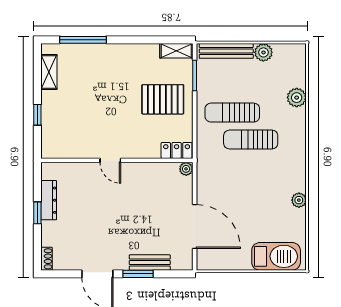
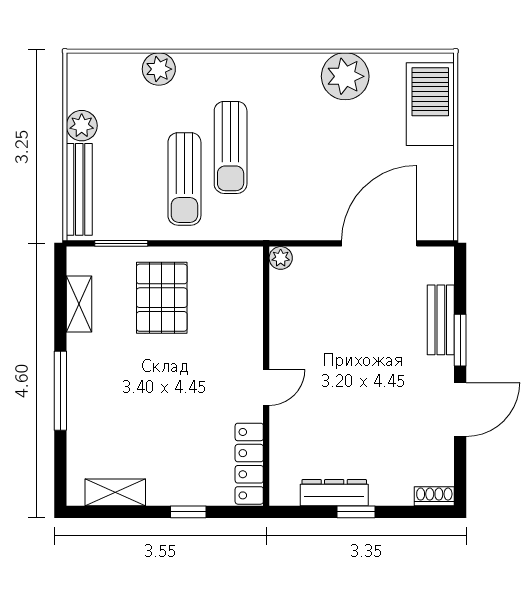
window: (83, 40) -> (60, 391), moved
shelving: (176, 51) -> (79, 304), moved
locker: (177, 150) -> (249, 464), moved, width x1.53
plant: (299, 200) -> (345, 76), width x1.88, depth x1.88

